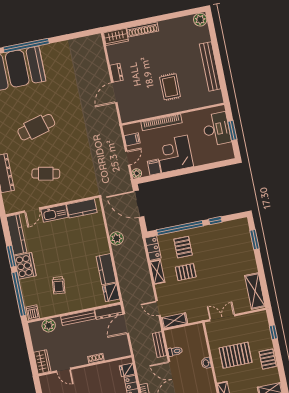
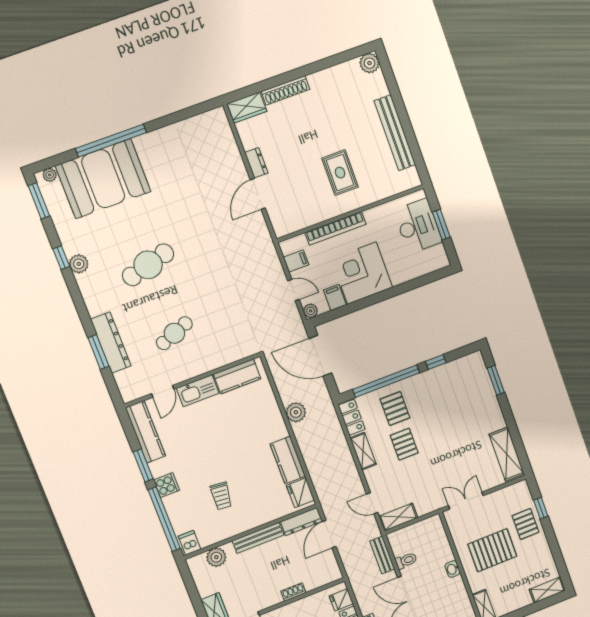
door: (128, 158) -> (293, 290), hinge flipped
cafe table: (46, 174) -> (174, 333), turned -33
cooker: (25, 266) -> (167, 485), width x0.53, depth x0.76
pallet: (186, 272) -> (404, 444), turned 90
pallet: (268, 359) -> (526, 524), moved

